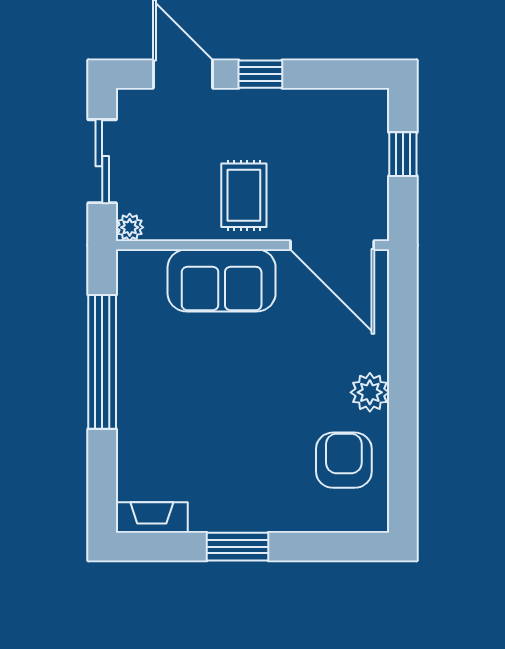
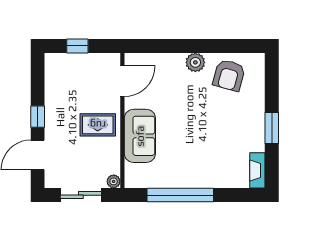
door: (332, 245) -> (122, 81), width x0.73
armchair: (344, 460) -> (229, 75), turned -75

